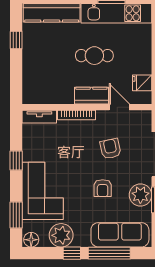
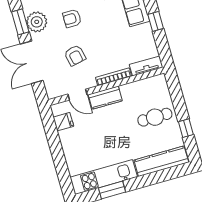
cafe table: (94, 56) -> (155, 117), moved
armchair: (103, 188) -> (72, 18), turned -90

